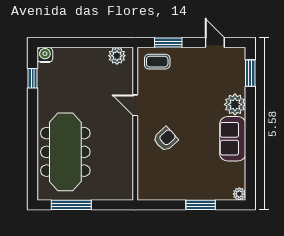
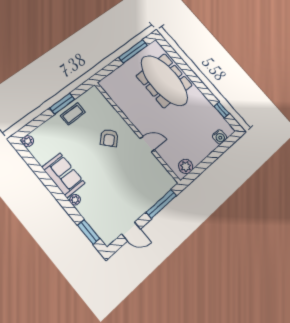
window: (168, 43) -> (161, 204), width x1.44
water cooler: (45, 55) -> (220, 137), moved
coffee table: (157, 62) -> (73, 114), moved
plant: (235, 104) -> (75, 200), width x0.53, depth x0.53
window: (201, 205) -> (62, 104), moved

